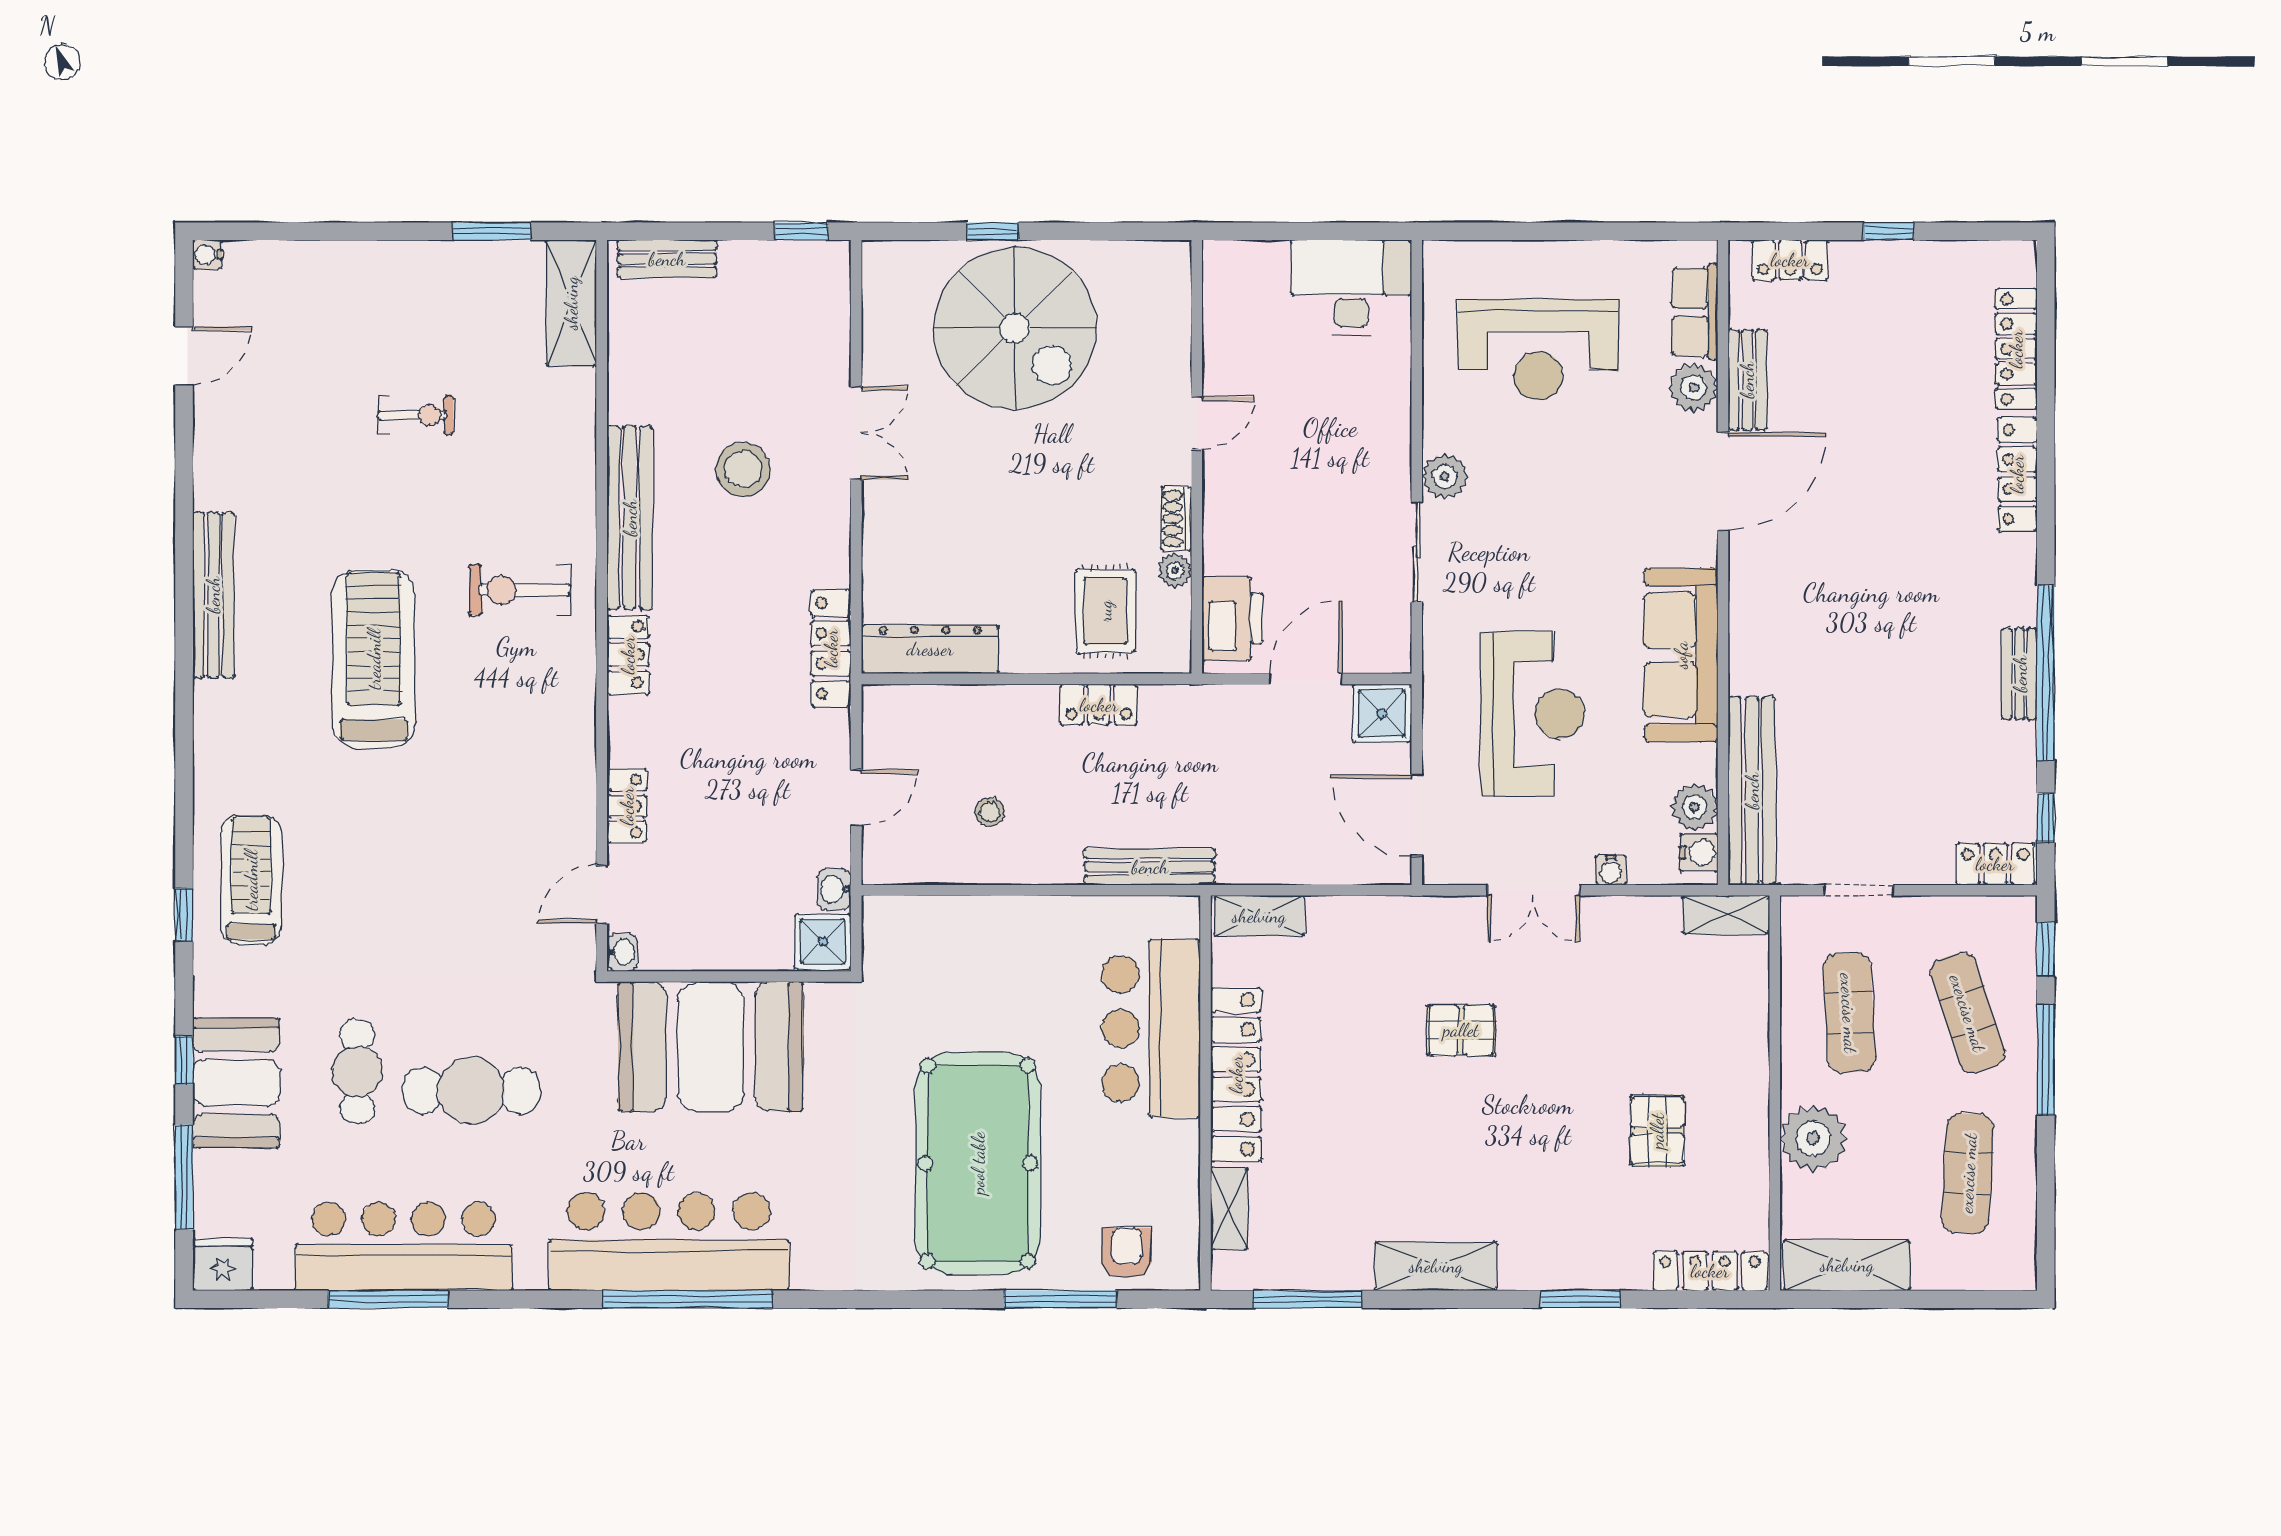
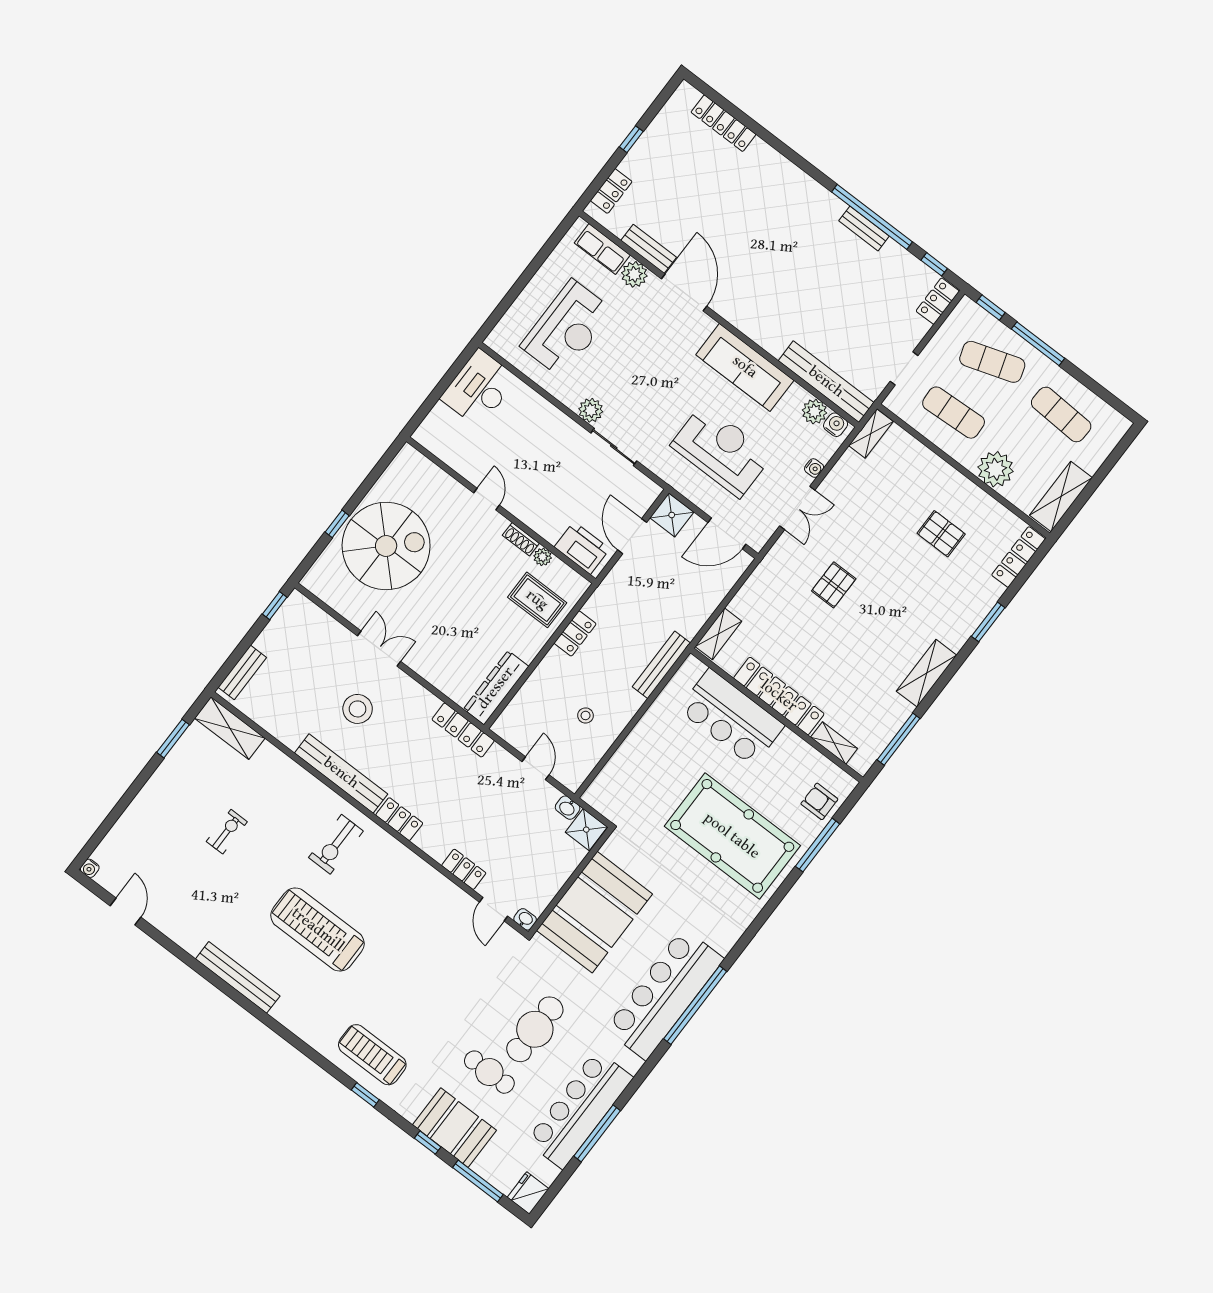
locker: (2017, 474) -> (778, 164), removed

